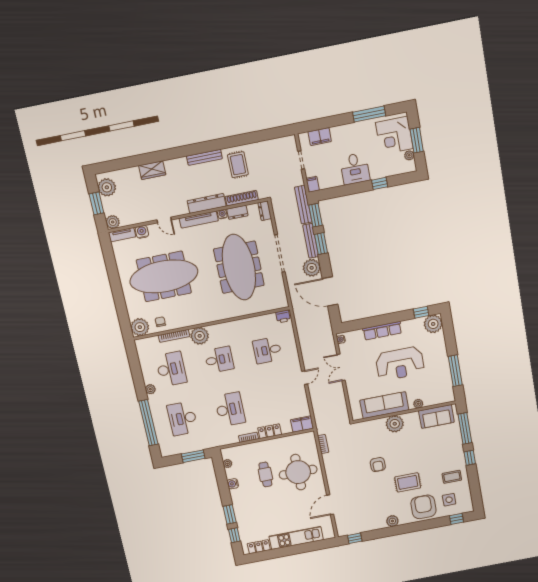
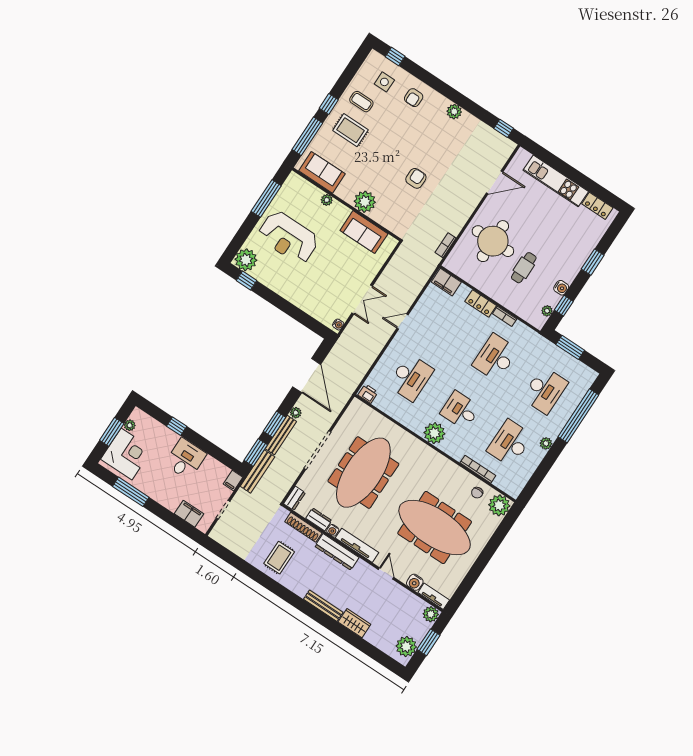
bench: (204, 157) -> (323, 606), moved
plant: (312, 268) -> (296, 413), width x0.53, depth x0.53
row of seats: (382, 331) -> (295, 297), removed
plant: (200, 336) -> (434, 433), moved
desk: (267, 350) -> (411, 378), width x1.37
reception desk: (400, 364) -> (288, 238), moved, turned 180
sofa: (384, 405) -> (364, 232), width x0.73
rug: (408, 482) -> (350, 130), moved
armchair: (423, 507) -> (414, 98), width x0.53, depth x0.53
window: (234, 535) -> (564, 306), moved

